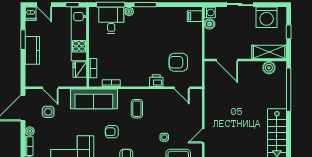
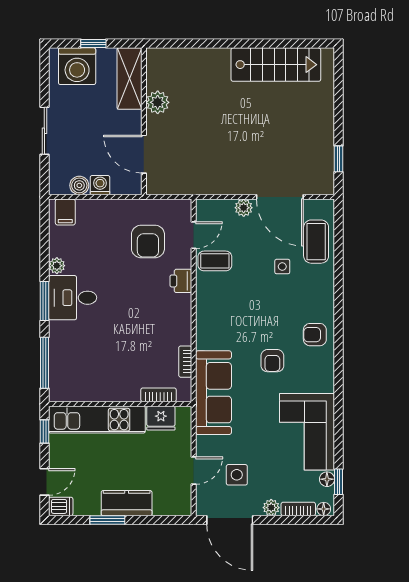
plant: (129, 11) -> (57, 266), moved
washing machine: (210, 12) -> (100, 185), moved
washing machine: (267, 17) -> (77, 66), moved, turned 90
desk: (111, 20) -> (73, 298), moved
door: (227, 60) -> (144, 154), swing flipped
plant: (269, 68) -> (158, 102), moved
window: (289, 90) -> (197, 44), removed
coffee table: (137, 109) -> (215, 261), moved
plant: (197, 116) -> (244, 208), added
door: (203, 136) -> (280, 197), width x1.87

